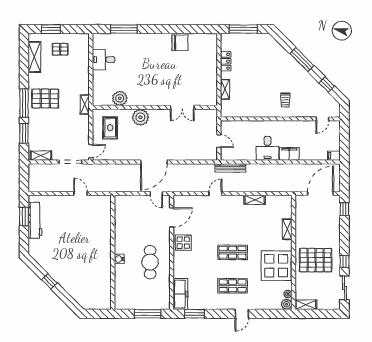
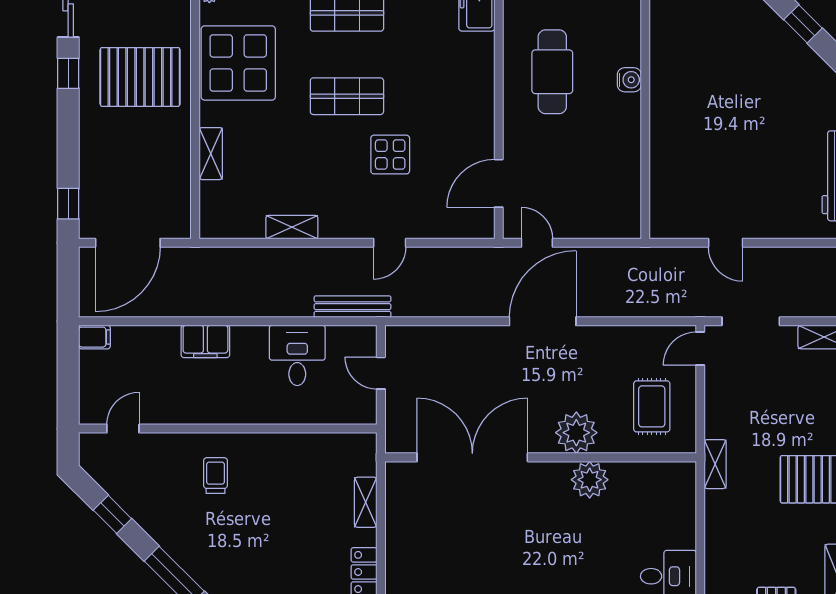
plant: (120, 98) -> (590, 480), moved
double door: (182, 107) -> (472, 457), width x1.87
desk: (268, 148) -> (297, 355), moved
display table: (183, 243) -> (390, 155), moved

